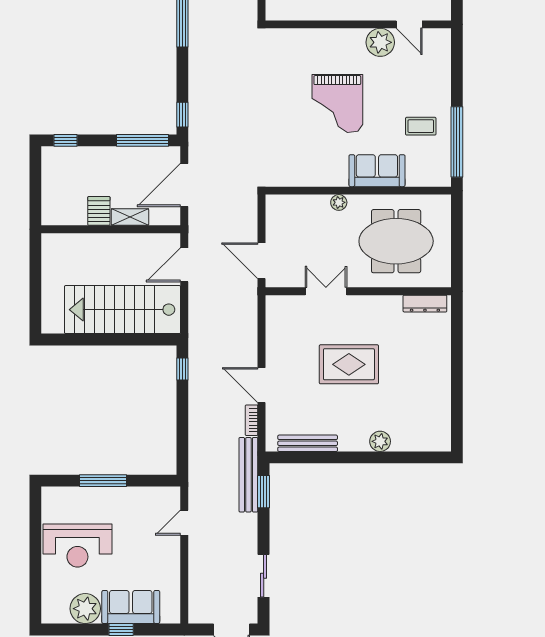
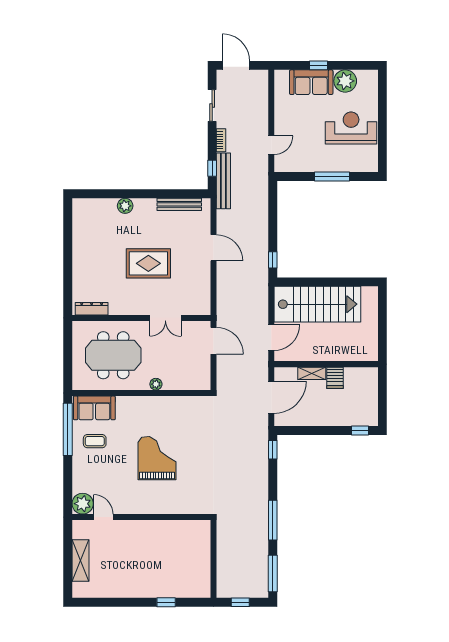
plant: (380, 42) -> (83, 504), moved
window: (143, 140) -> (302, 431), removed
sofa: (377, 171) -> (94, 408), moved
bookcase: (252, 420) -> (221, 140), moved
window: (264, 492) -> (212, 168), width x0.67

